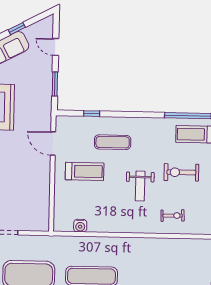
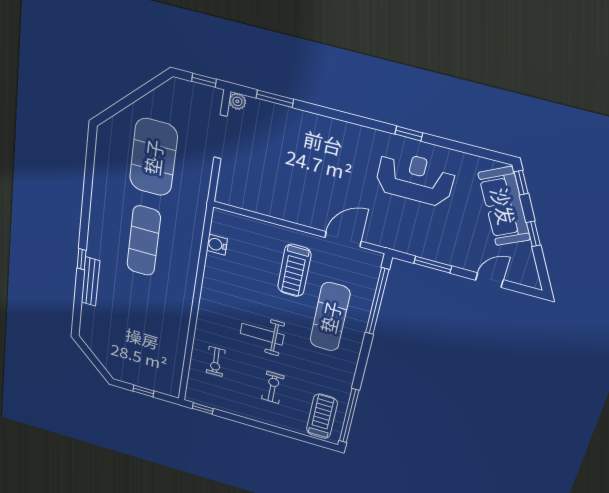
window: (92, 114) -> (377, 301), width x3.17
exercise mat: (113, 142) -> (330, 317), width x1.36, depth x1.45
exercise bike: (181, 172) -> (273, 387), width x0.73, depth x0.72

